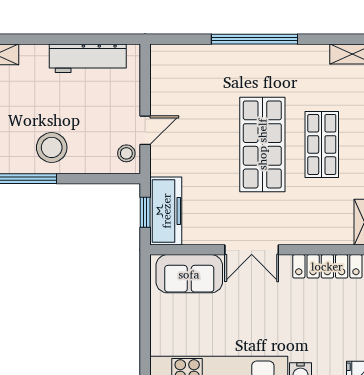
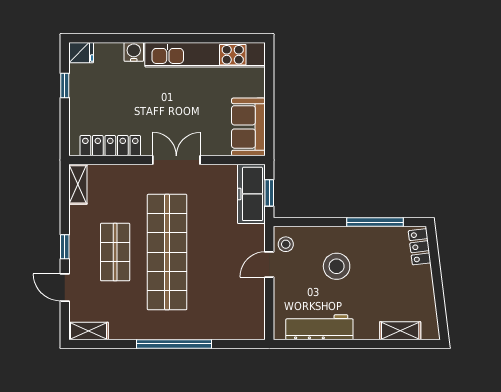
shop shelf: (262, 144) -> (167, 252), width x1.40
stool: (52, 147) -> (337, 266), moved
sofa: (189, 274) -> (248, 127), moved, turned -90

